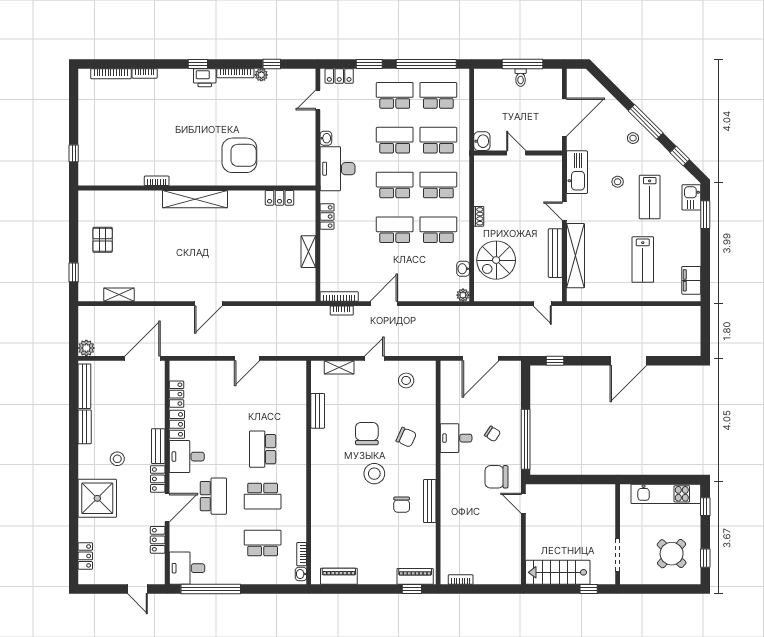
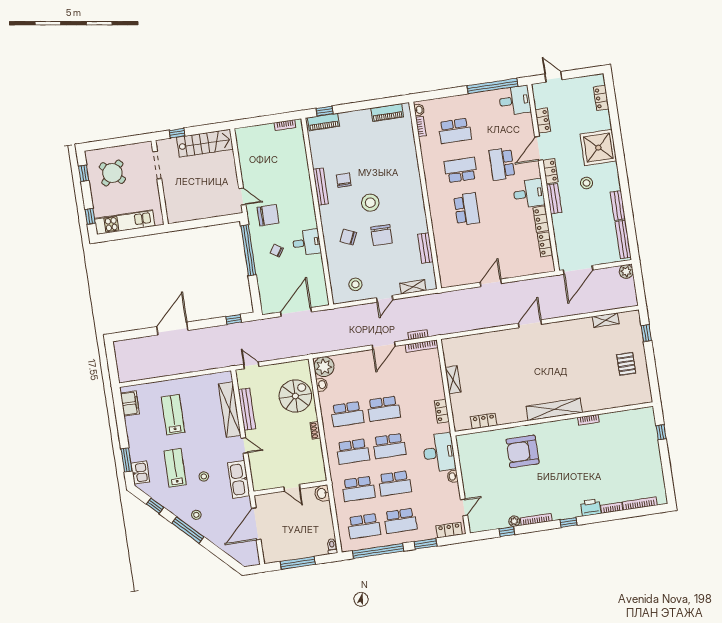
toilet: (521, 77) -> (332, 546), moved
printer: (205, 78) -> (591, 507), moved
plant: (463, 295) -> (324, 367), width x1.87, depth x1.87

